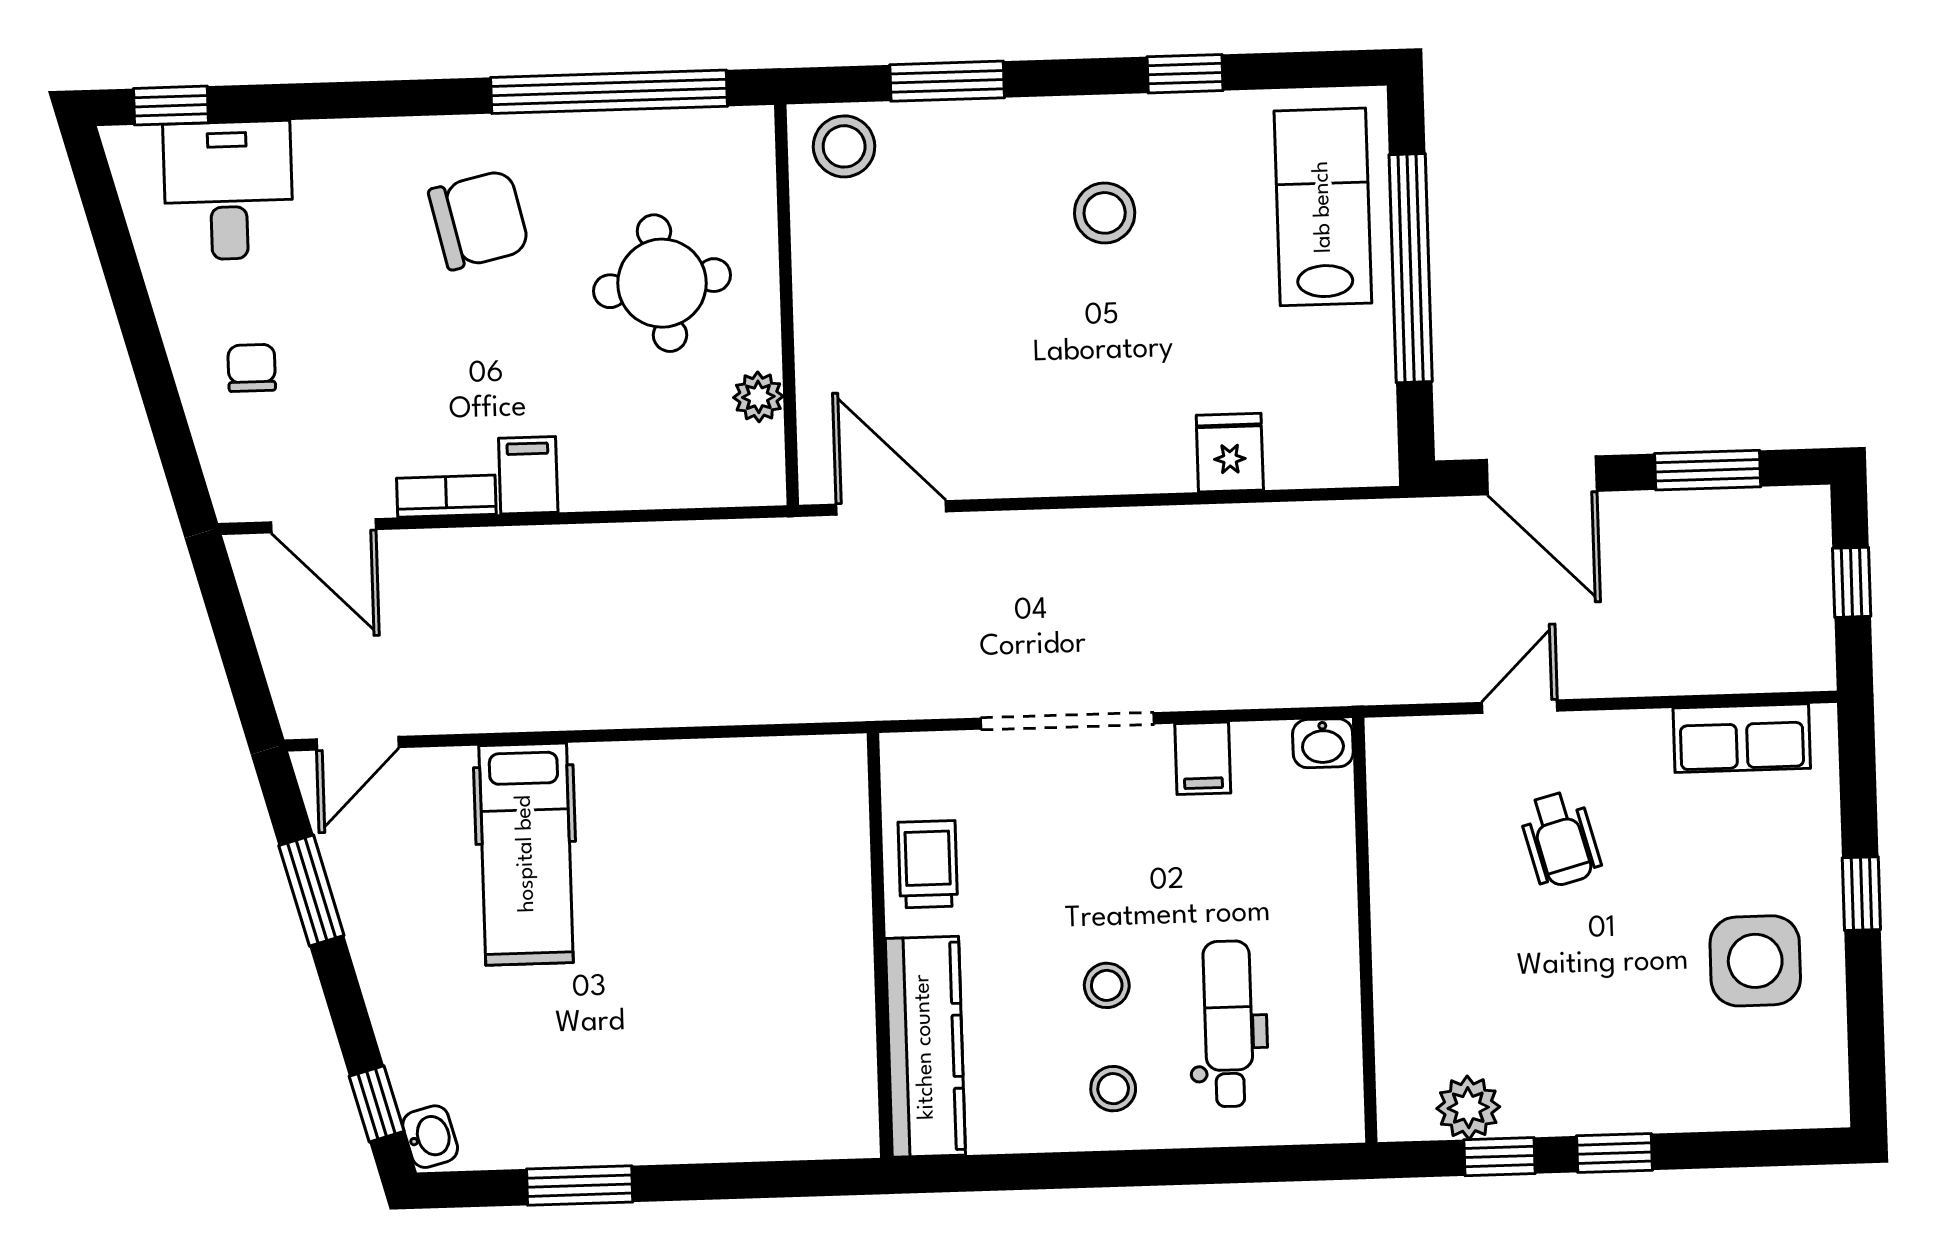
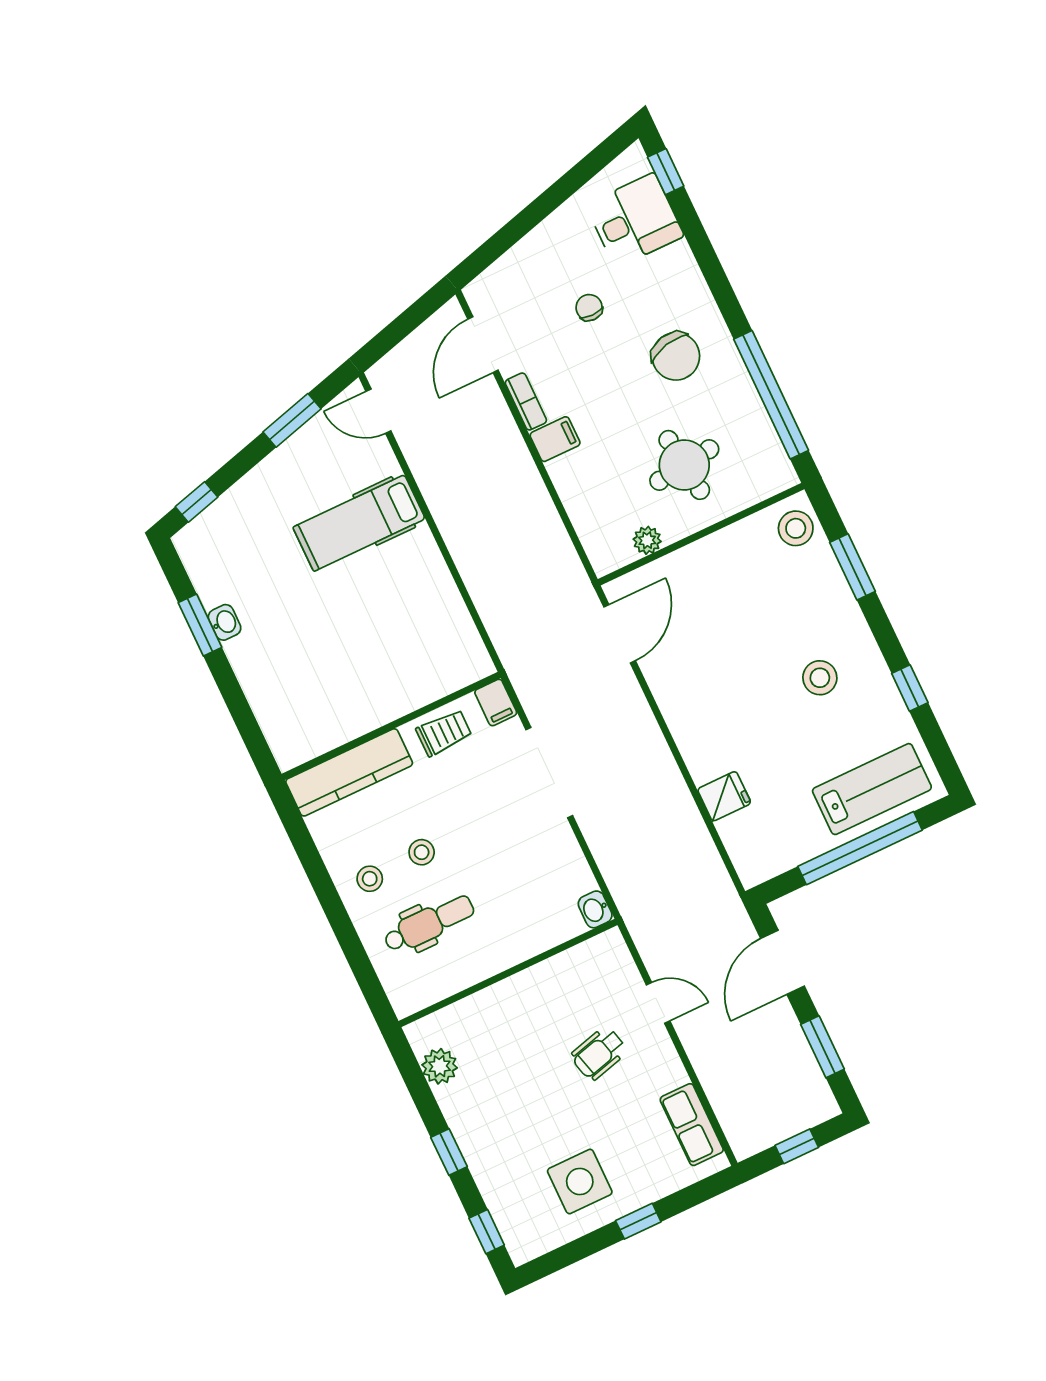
chair: (252, 368) -> (589, 308), moved, turned -90
filing cabinet: (1203, 758) -> (496, 702), moved, turned -90
washbasin: (430, 1137) -> (225, 622), moved, turned -75
window: (1499, 1157) -> (487, 1232), moved

